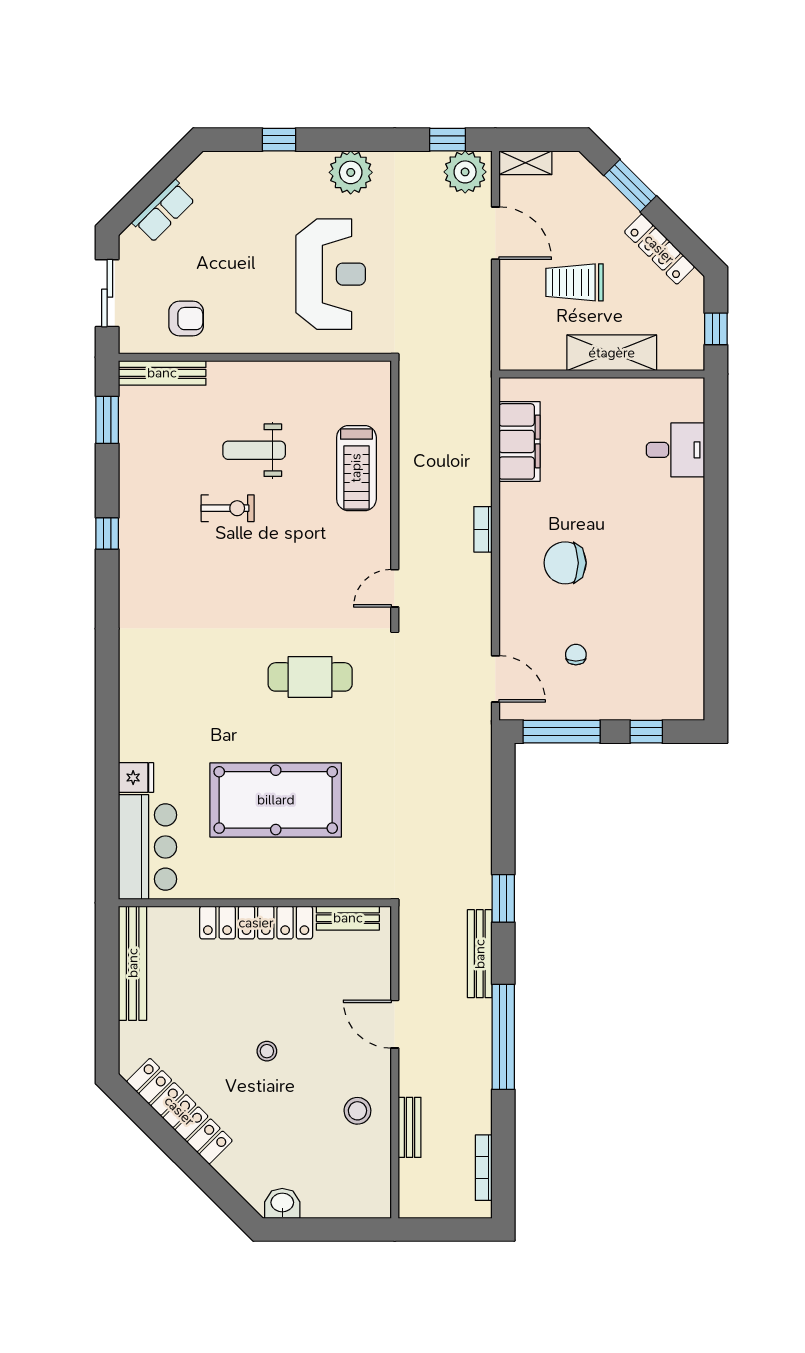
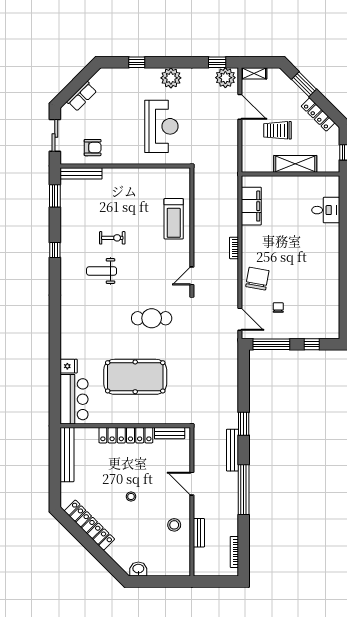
weight bench: (254, 450) -> (102, 271), moved
chair: (565, 563) -> (257, 279), moved, turned 100

